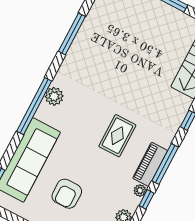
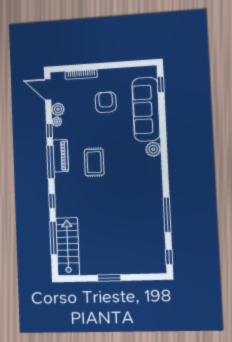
plant: (54, 96) -> (153, 149), moved
window: (34, 106) -> (164, 149), removed
plant: (140, 190) -> (57, 122), moved

